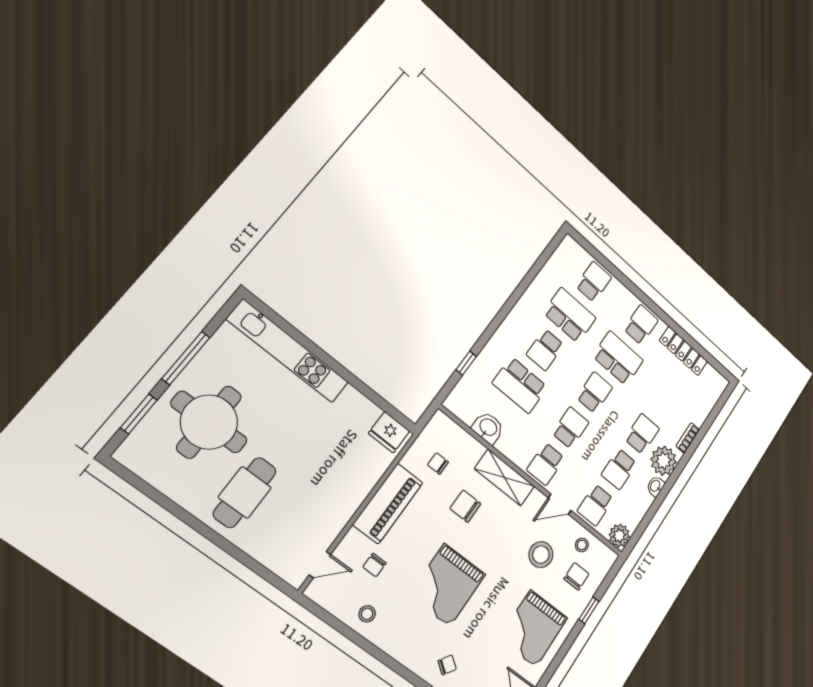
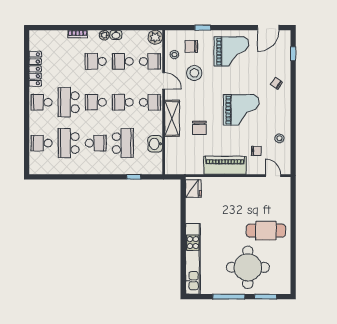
plant: (664, 461) -> (104, 35), width x0.53, depth x0.53
chair: (438, 463) -> (190, 156), removed
school desk: (619, 469) -> (123, 61), turned 180

